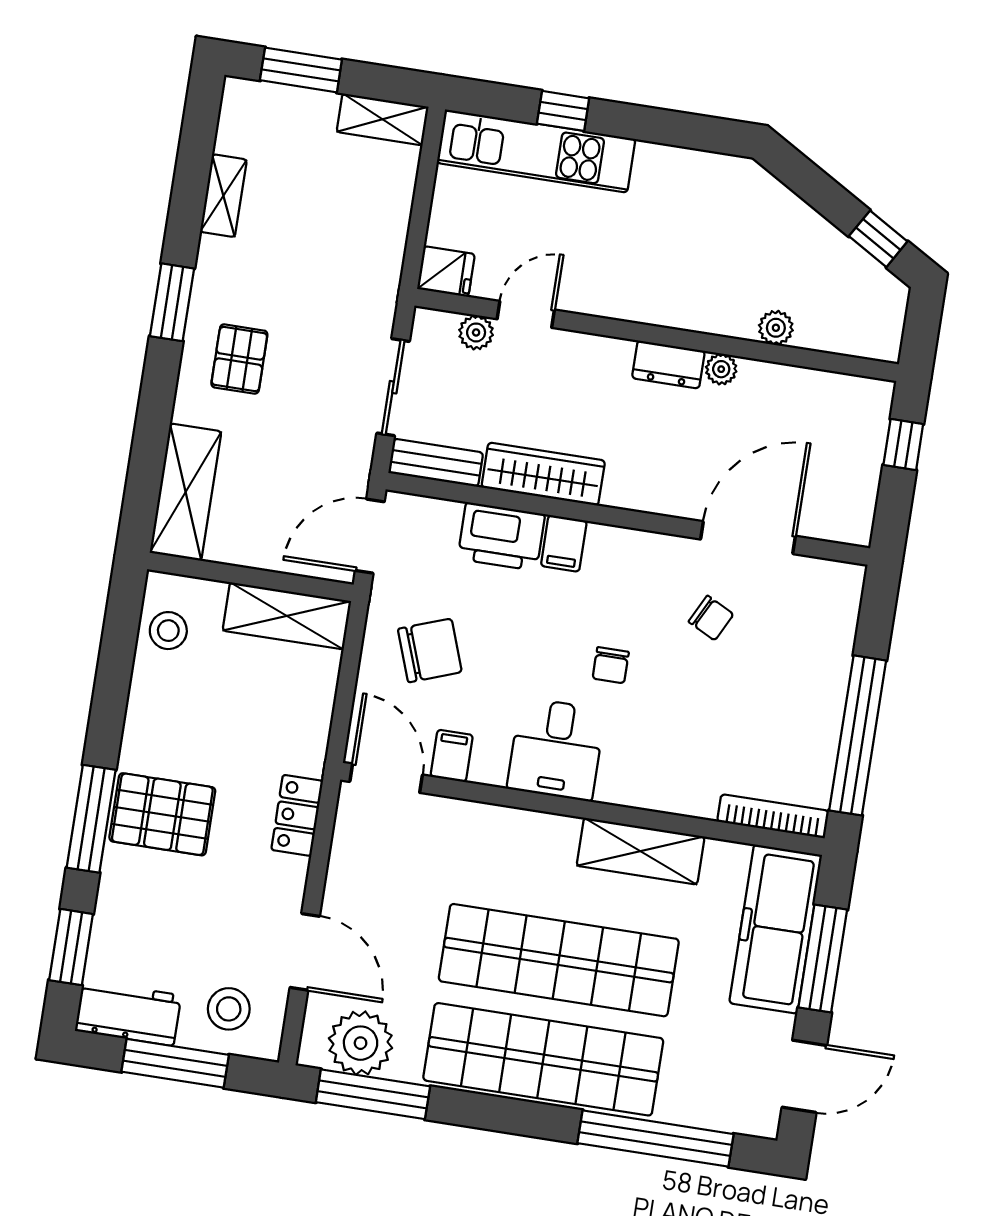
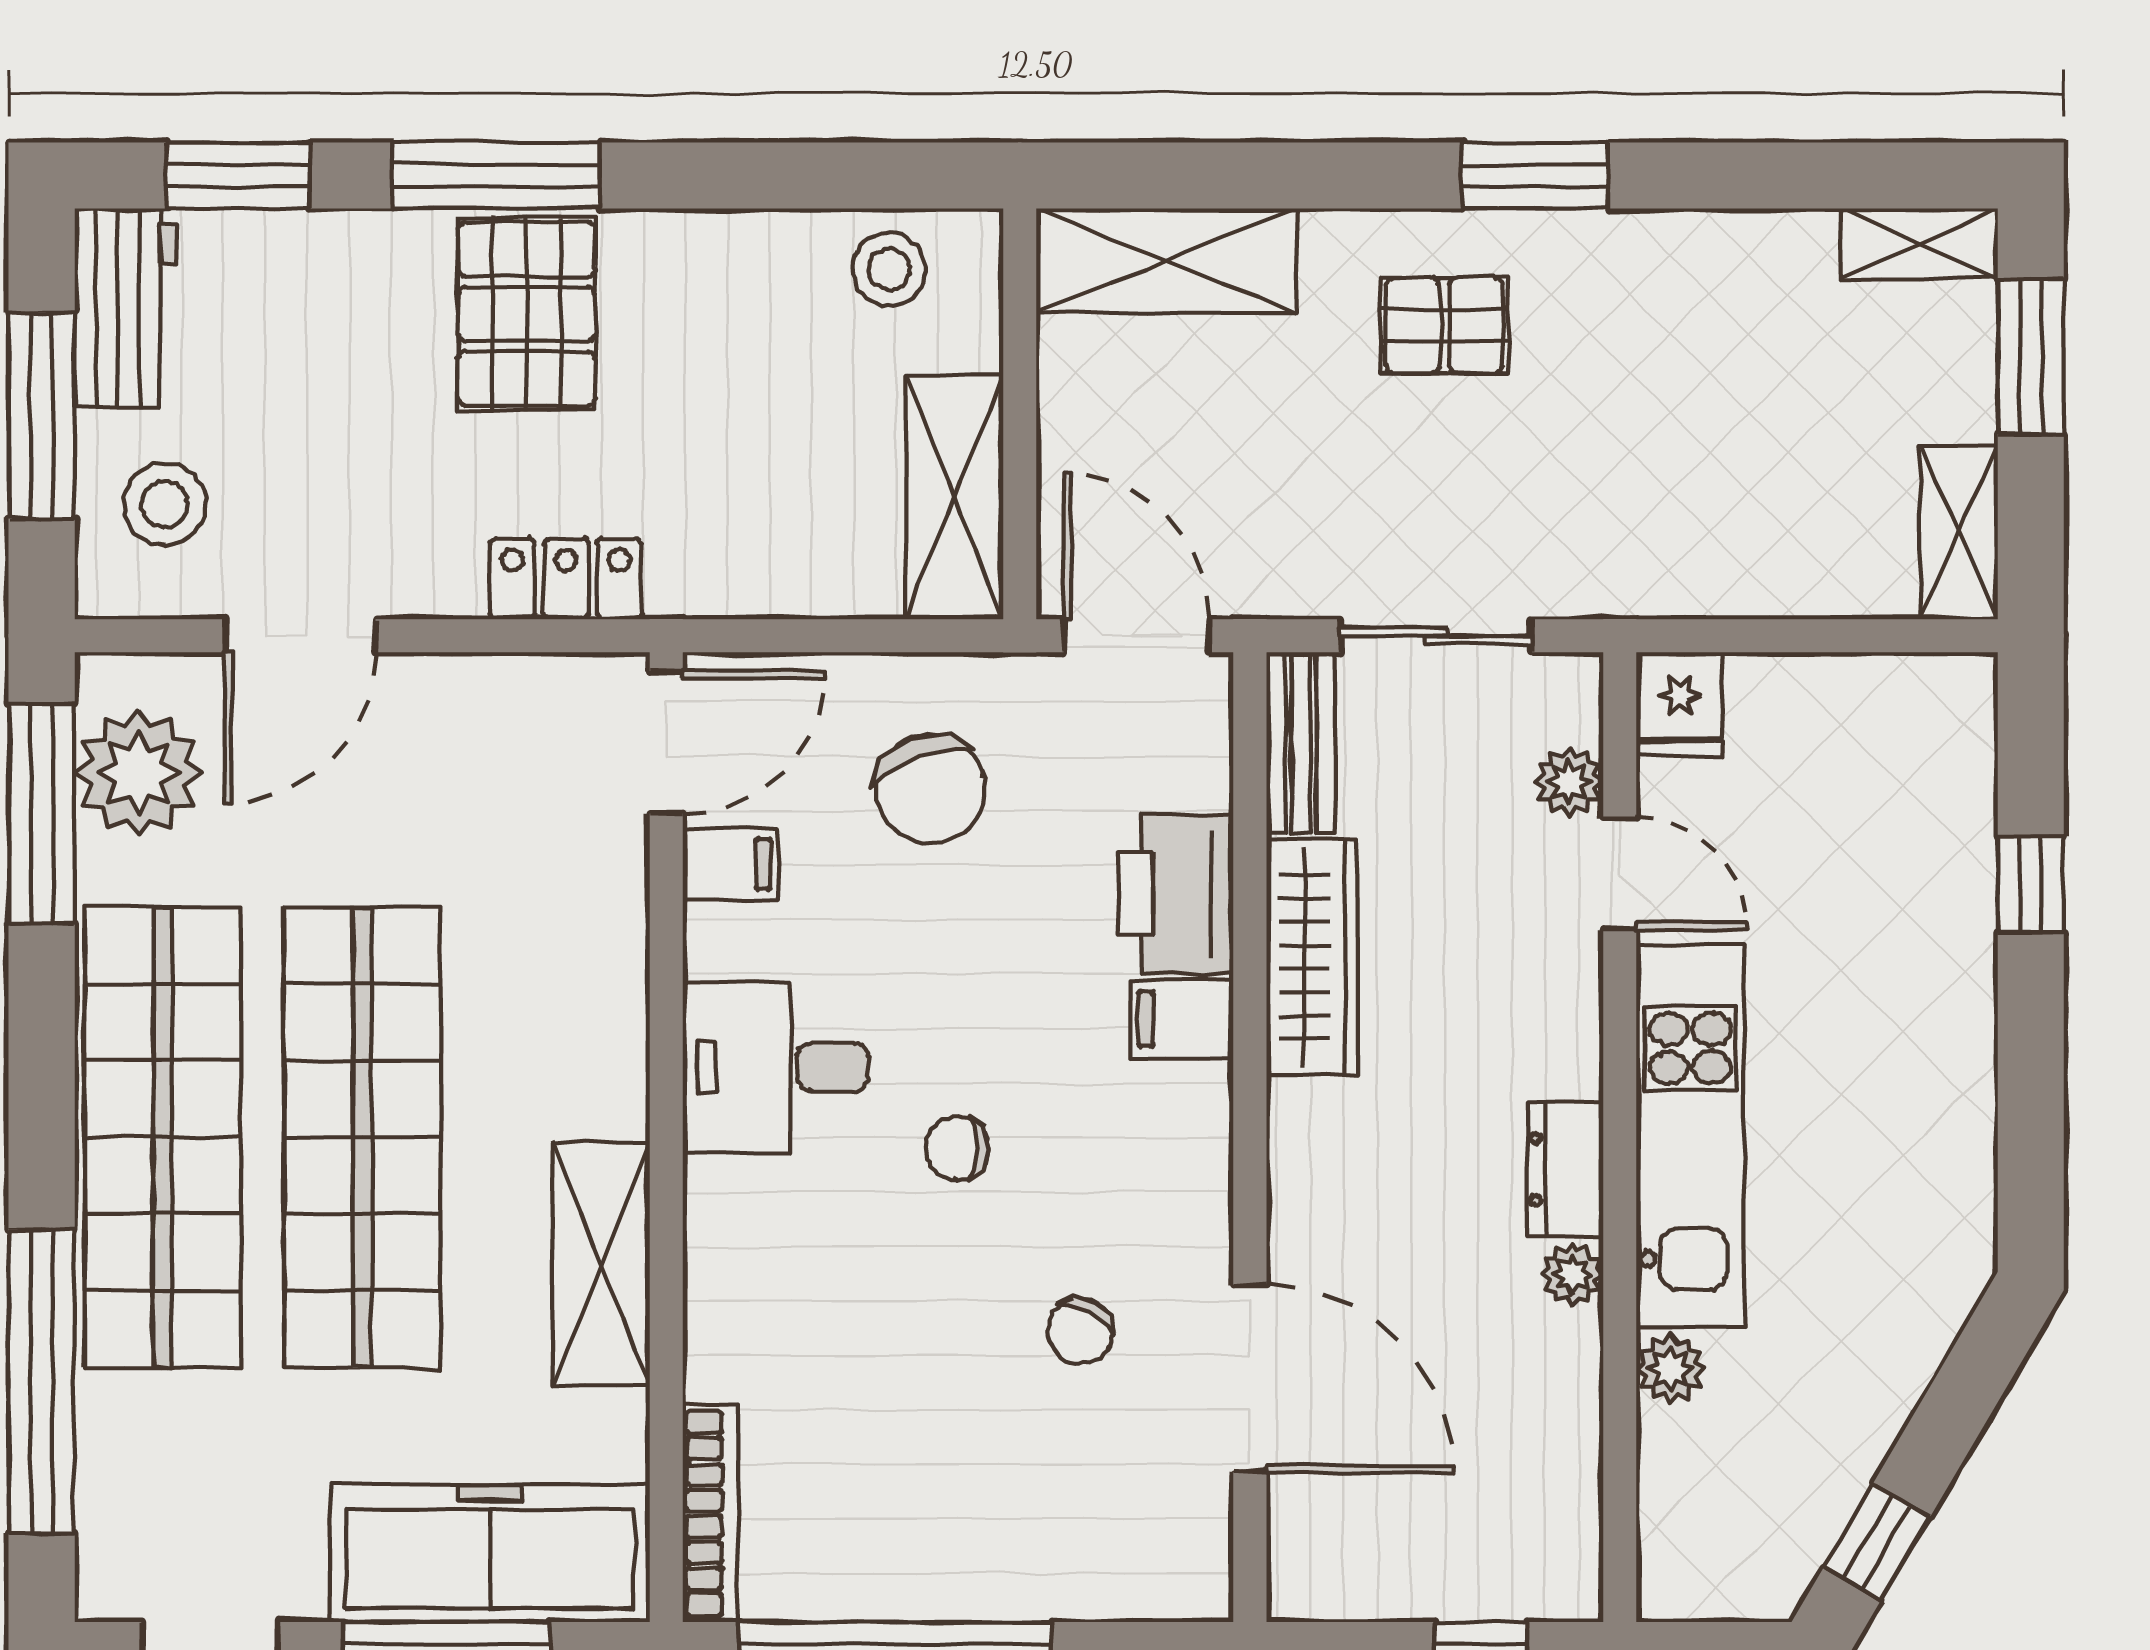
kitchen unit: (536, 151) -> (1690, 1136), moved, turned 180
shelving: (223, 196) -> (1920, 244), moved

